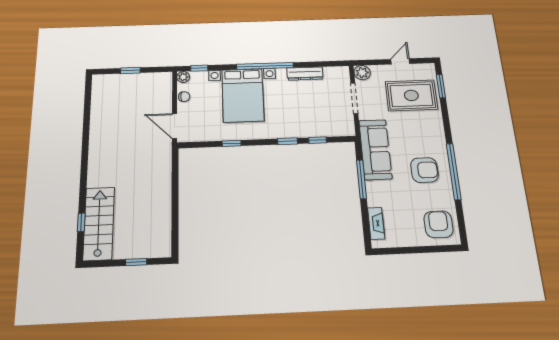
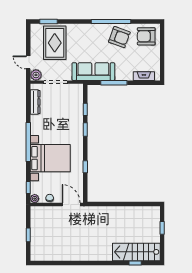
door: (400, 61) -> (28, 62), moved
dresser: (305, 74) -> (35, 102), moved
door: (174, 126) -> (71, 204), swing flipped
armchair: (424, 170) -> (119, 37), moved, turned 110

